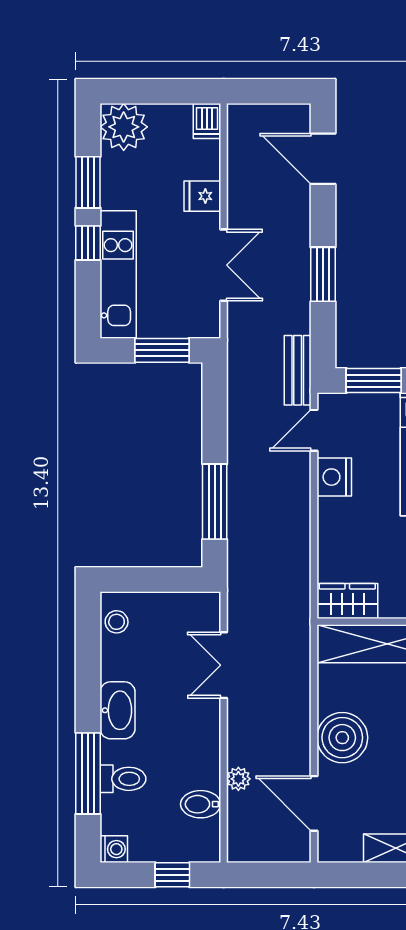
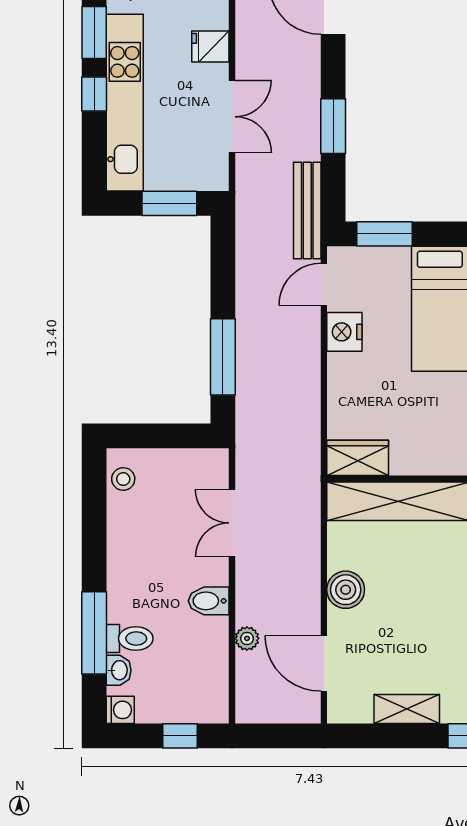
kitchen unit: (118, 275) -> (125, 103), width x1.36
bench: (298, 370) -> (307, 210), width x1.36
washbasin: (118, 710) -> (119, 670), moved, width x0.52, depth x0.69
boiler: (342, 738) -> (346, 590), width x0.73, depth x0.73
bidet: (201, 804) -> (209, 601), moved

